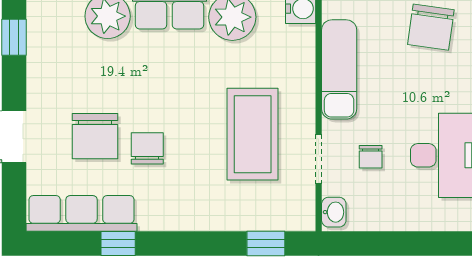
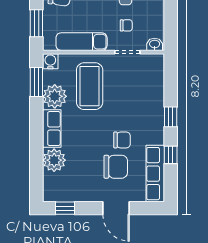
coffee table: (253, 134) -> (90, 86), moved, turned 90
chair: (147, 148) -> (122, 140), turned 180
window: (266, 243) -> (171, 117), moved

